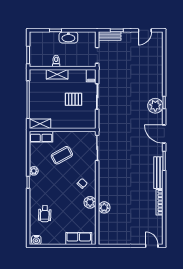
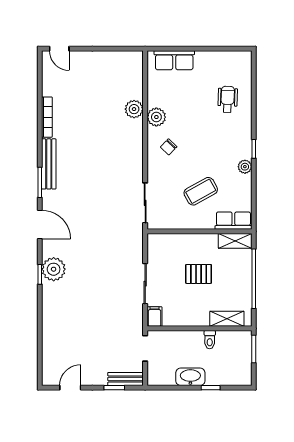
shelving: (57, 74) -> (227, 319), moved
pallet: (73, 99) -> (199, 274), moved
water cooler: (36, 240) -> (241, 58), removed

